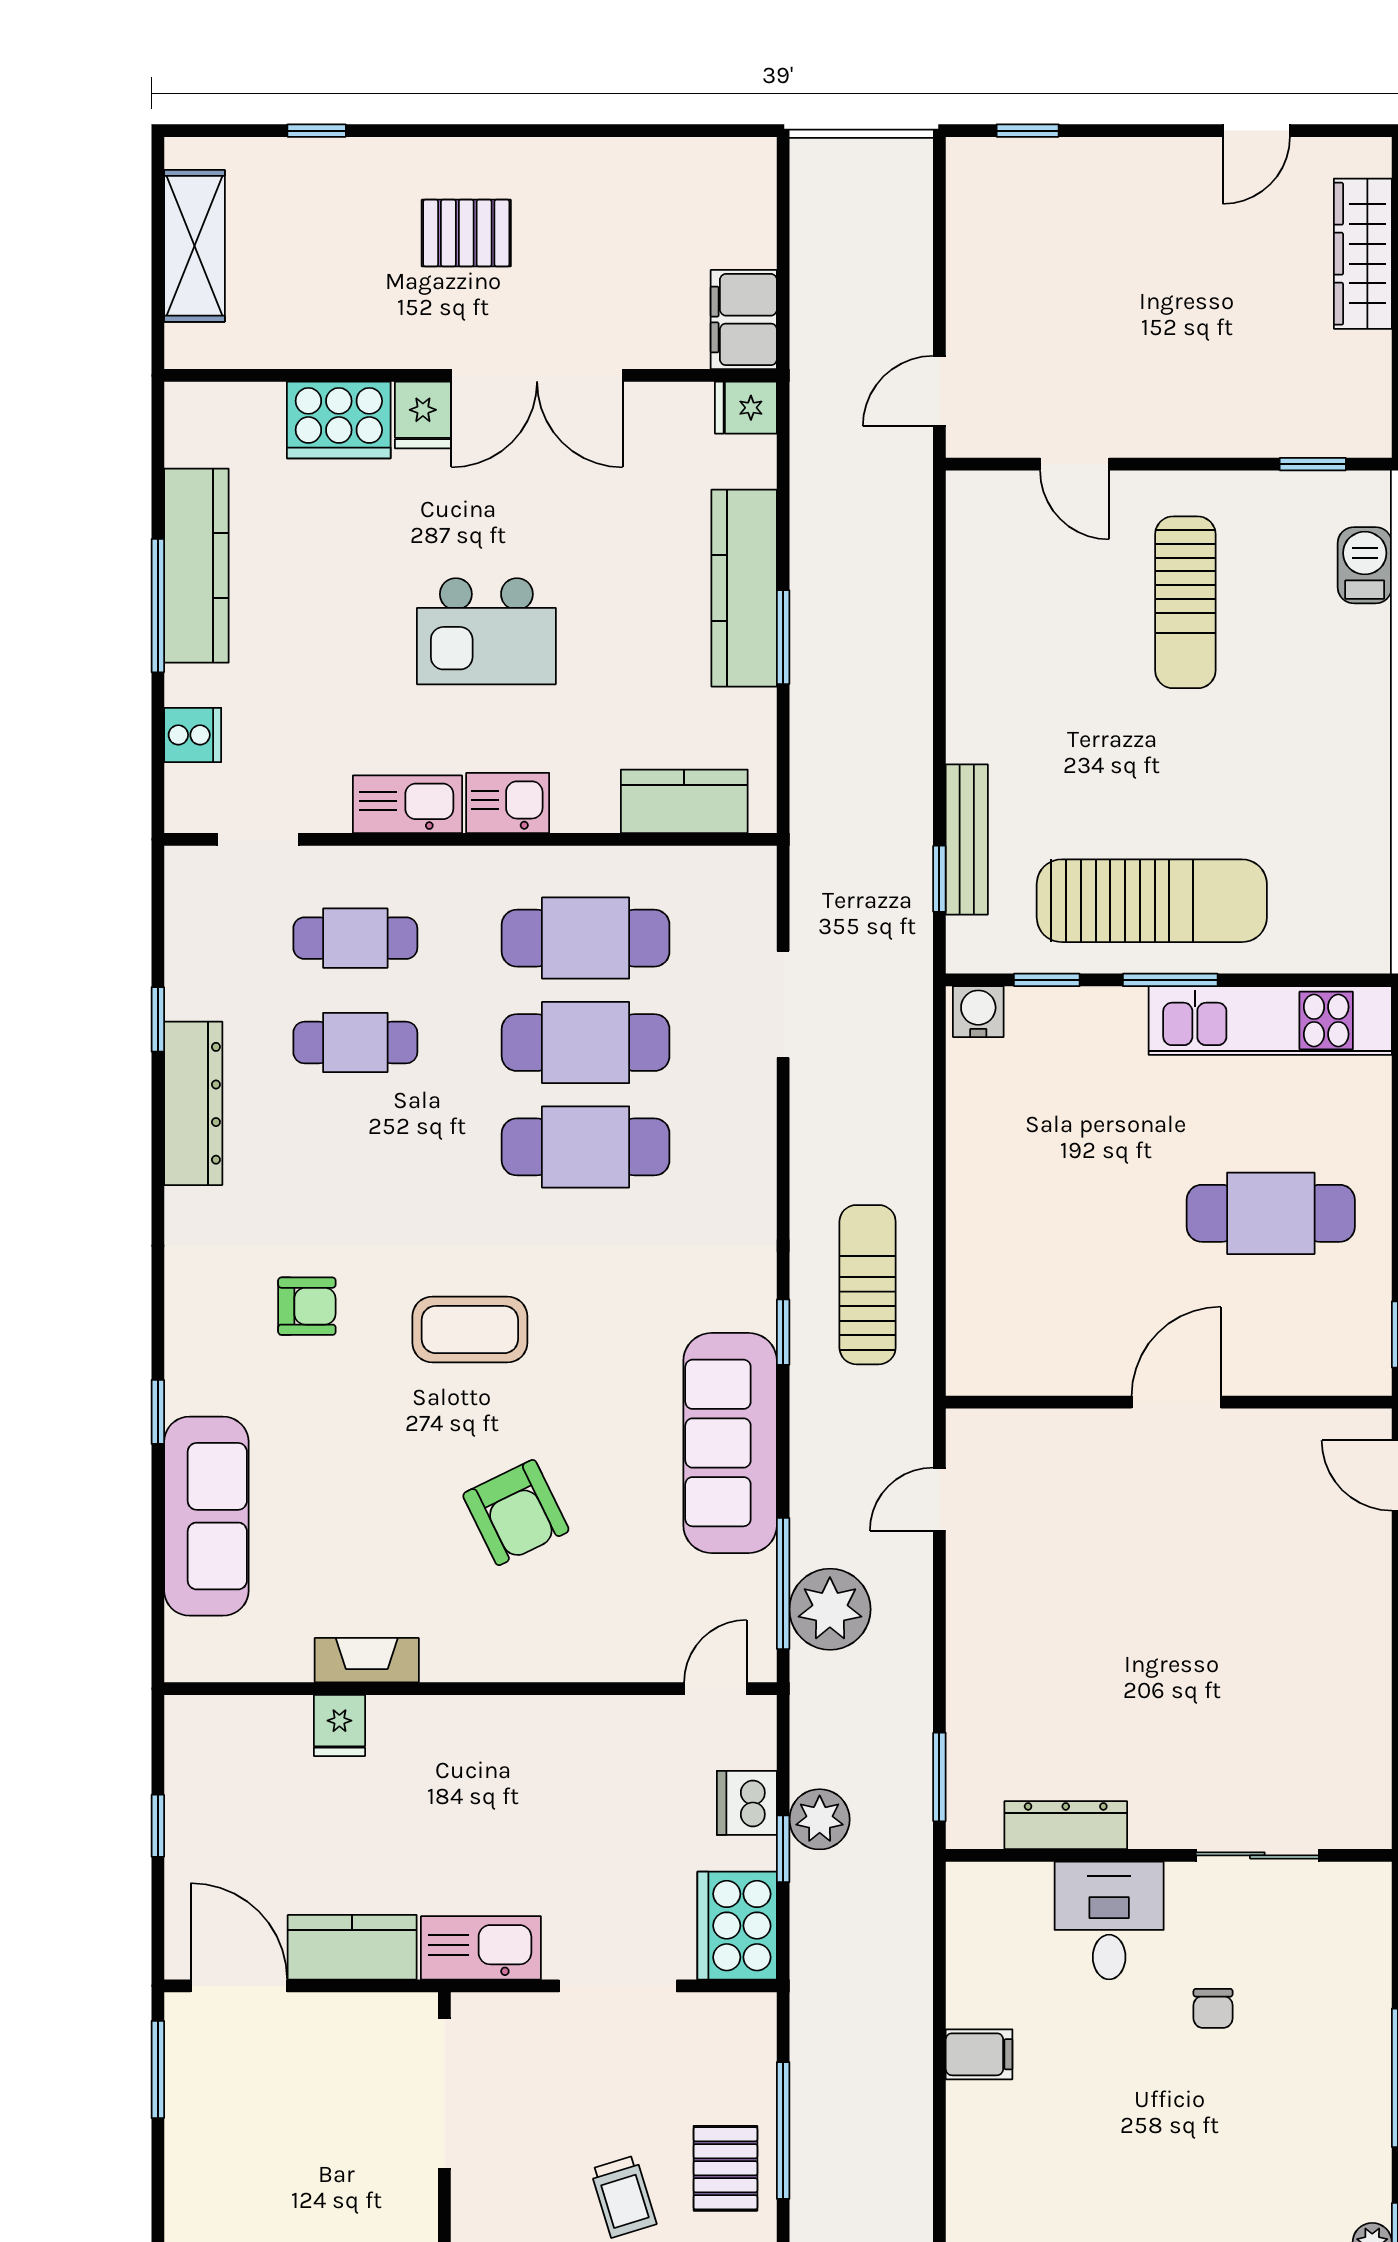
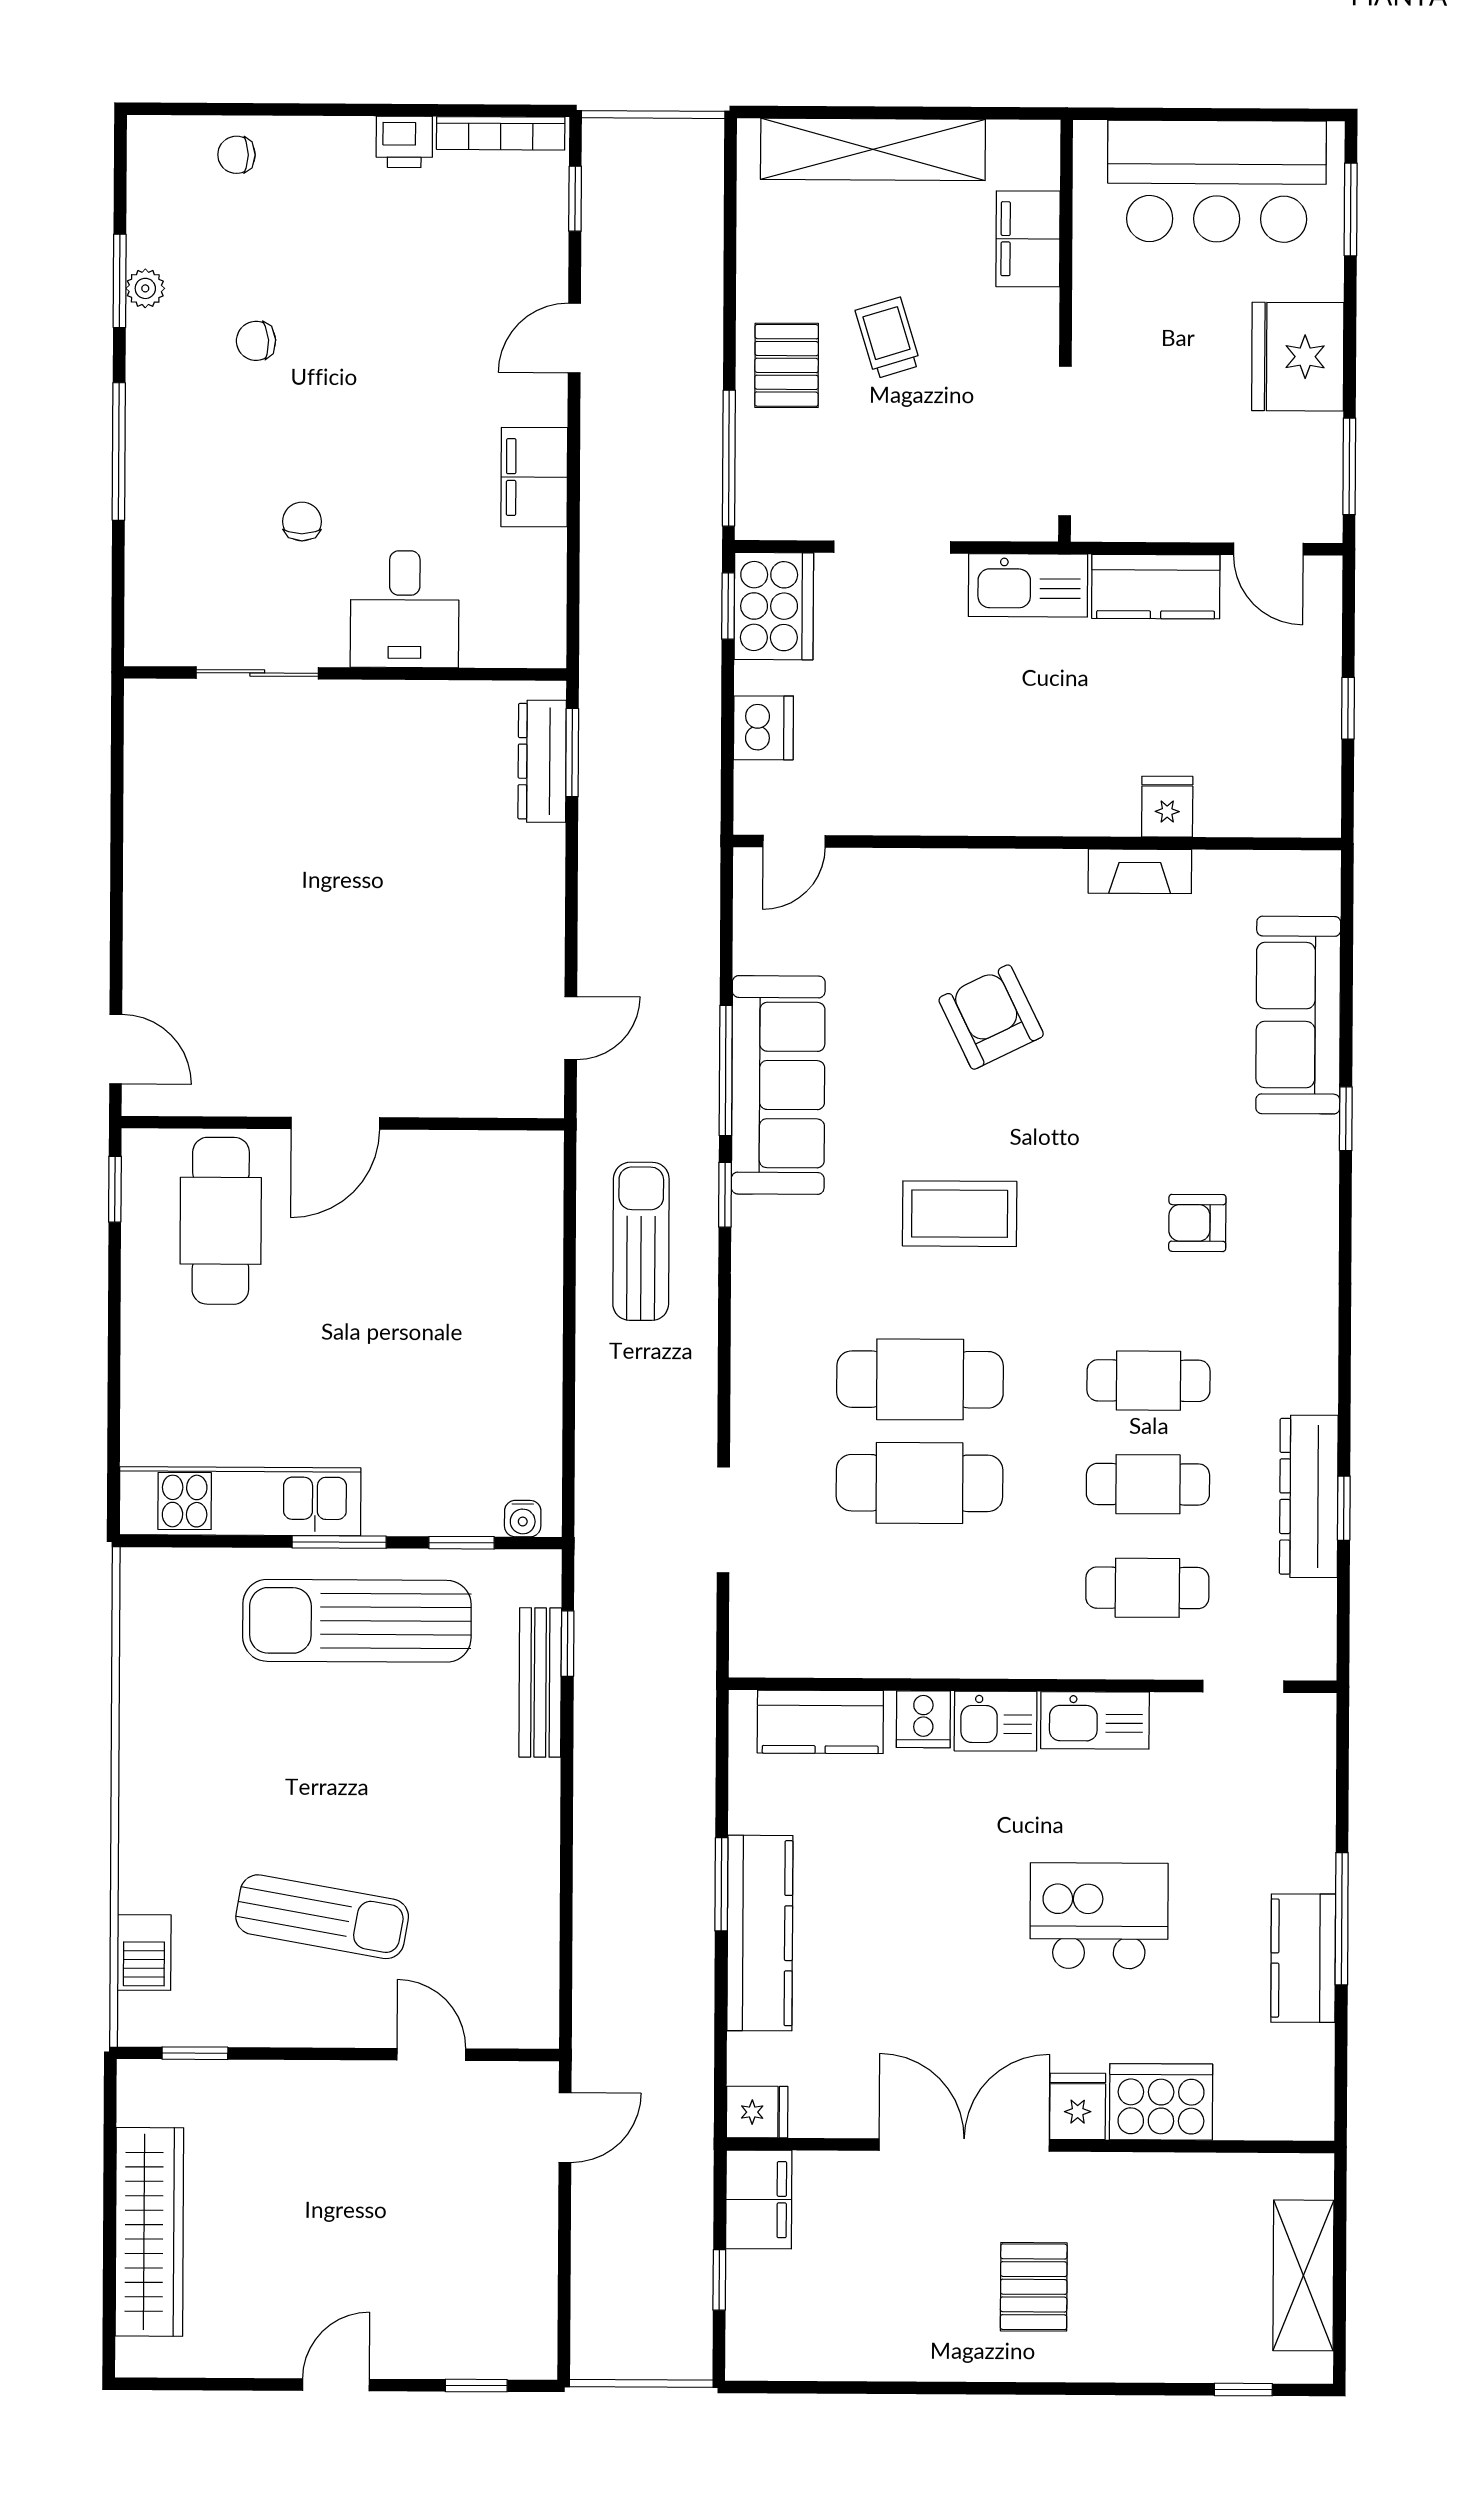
window: (317, 131) -> (1243, 2390), moved
door: (1256, 131) -> (336, 2385), moved
pallet: (466, 233) -> (1034, 2287), turned 90
window: (783, 238) -> (719, 2280), added
wardrobe: (1363, 254) -> (149, 2232), width x1.40, depth x1.17
kitchen counter: (196, 566) -> (1303, 1958), width x0.67
sun lounger: (1185, 602) -> (322, 1917), turned 100
kitchen island: (486, 631) -> (1099, 1916), moved
cooker: (193, 735) -> (923, 1719), moved, turned -90
cafe table: (586, 938) -> (1148, 1381), moved, width x0.73, depth x0.74
water cooler: (978, 1012) -> (523, 1519), width x0.72, depth x0.72
dresser: (193, 1103) -> (1309, 1496), moved
cafe table: (1271, 1213) -> (221, 1221), moved, turned 90
sun lounger: (868, 1285) -> (641, 1241), turned 180
coffee table: (470, 1330) -> (960, 1214), moved
window: (783, 1584) -> (726, 1071), moved
plant: (830, 1609) -> (680, 919), removed
plant: (820, 1819) -> (691, 711), removed
dresser: (1066, 1825) -> (542, 761), moved, turned 90
window: (783, 1849) -> (728, 606), moved
door: (239, 1986) -> (1268, 549), width x0.73
filing cabinet: (979, 2054) -> (534, 477), width x2.00
window: (783, 2130) -> (729, 458), moved
fridge: (210, 2180) -> (1298, 357), added
chair: (1260, 2190) -> (256, 341), added
door: (939, 2195) -> (574, 338), added

